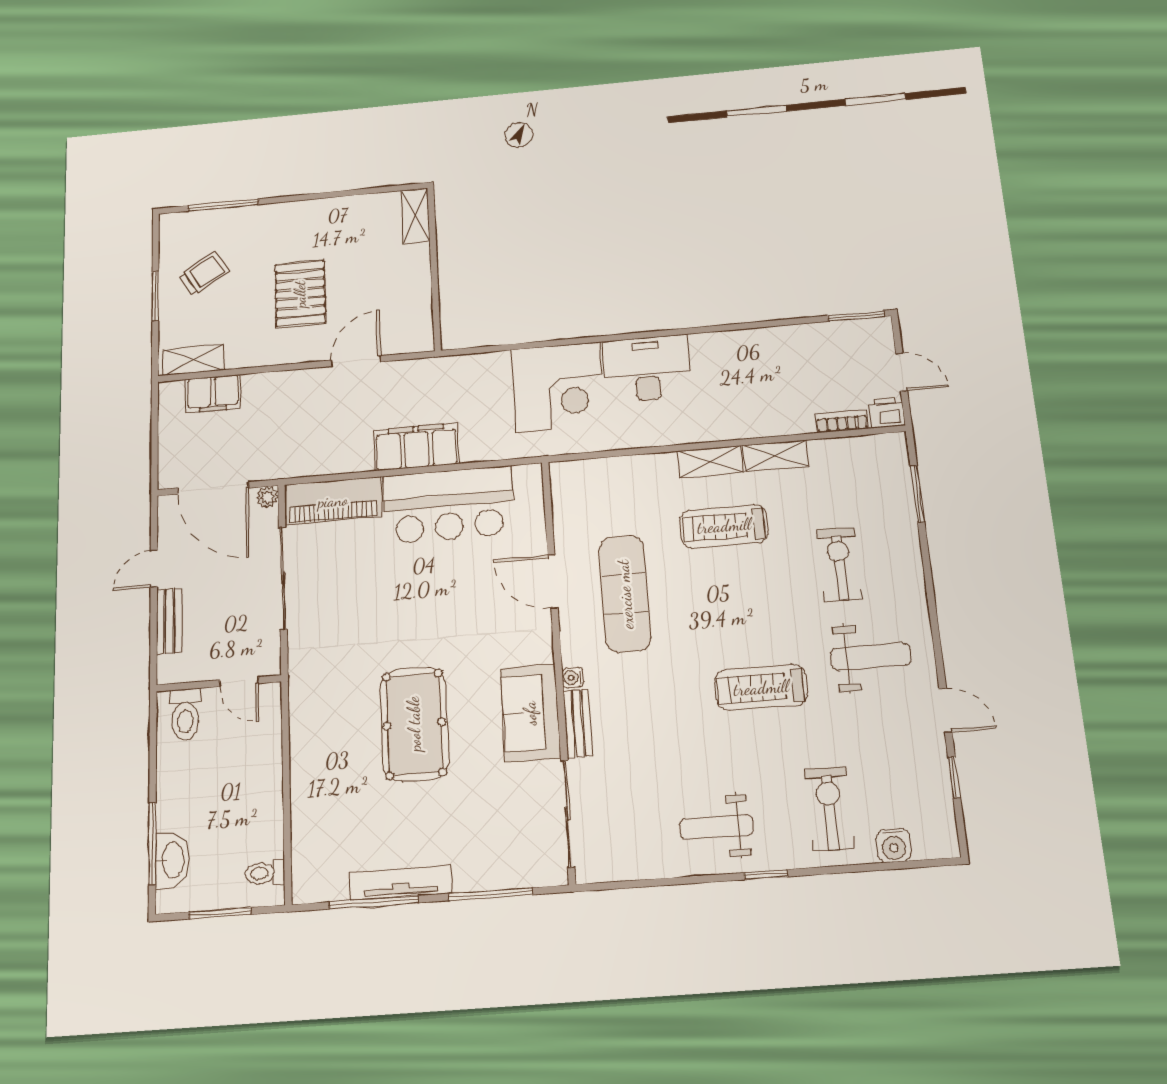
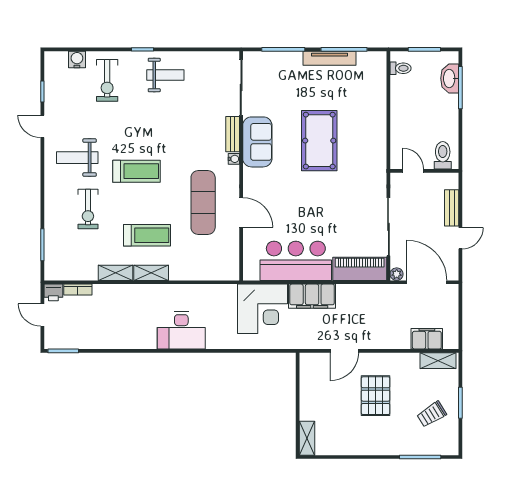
corner desk: (558, 387) -> (262, 309), moved, turned 180
treadmill: (761, 688) -> (136, 171), moved

